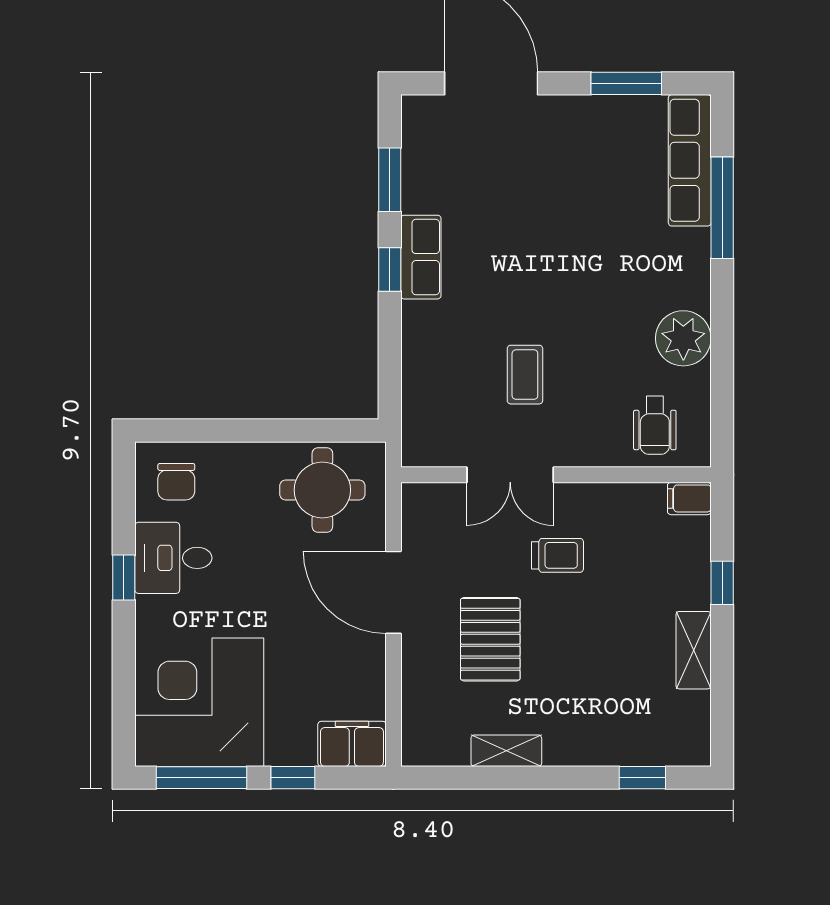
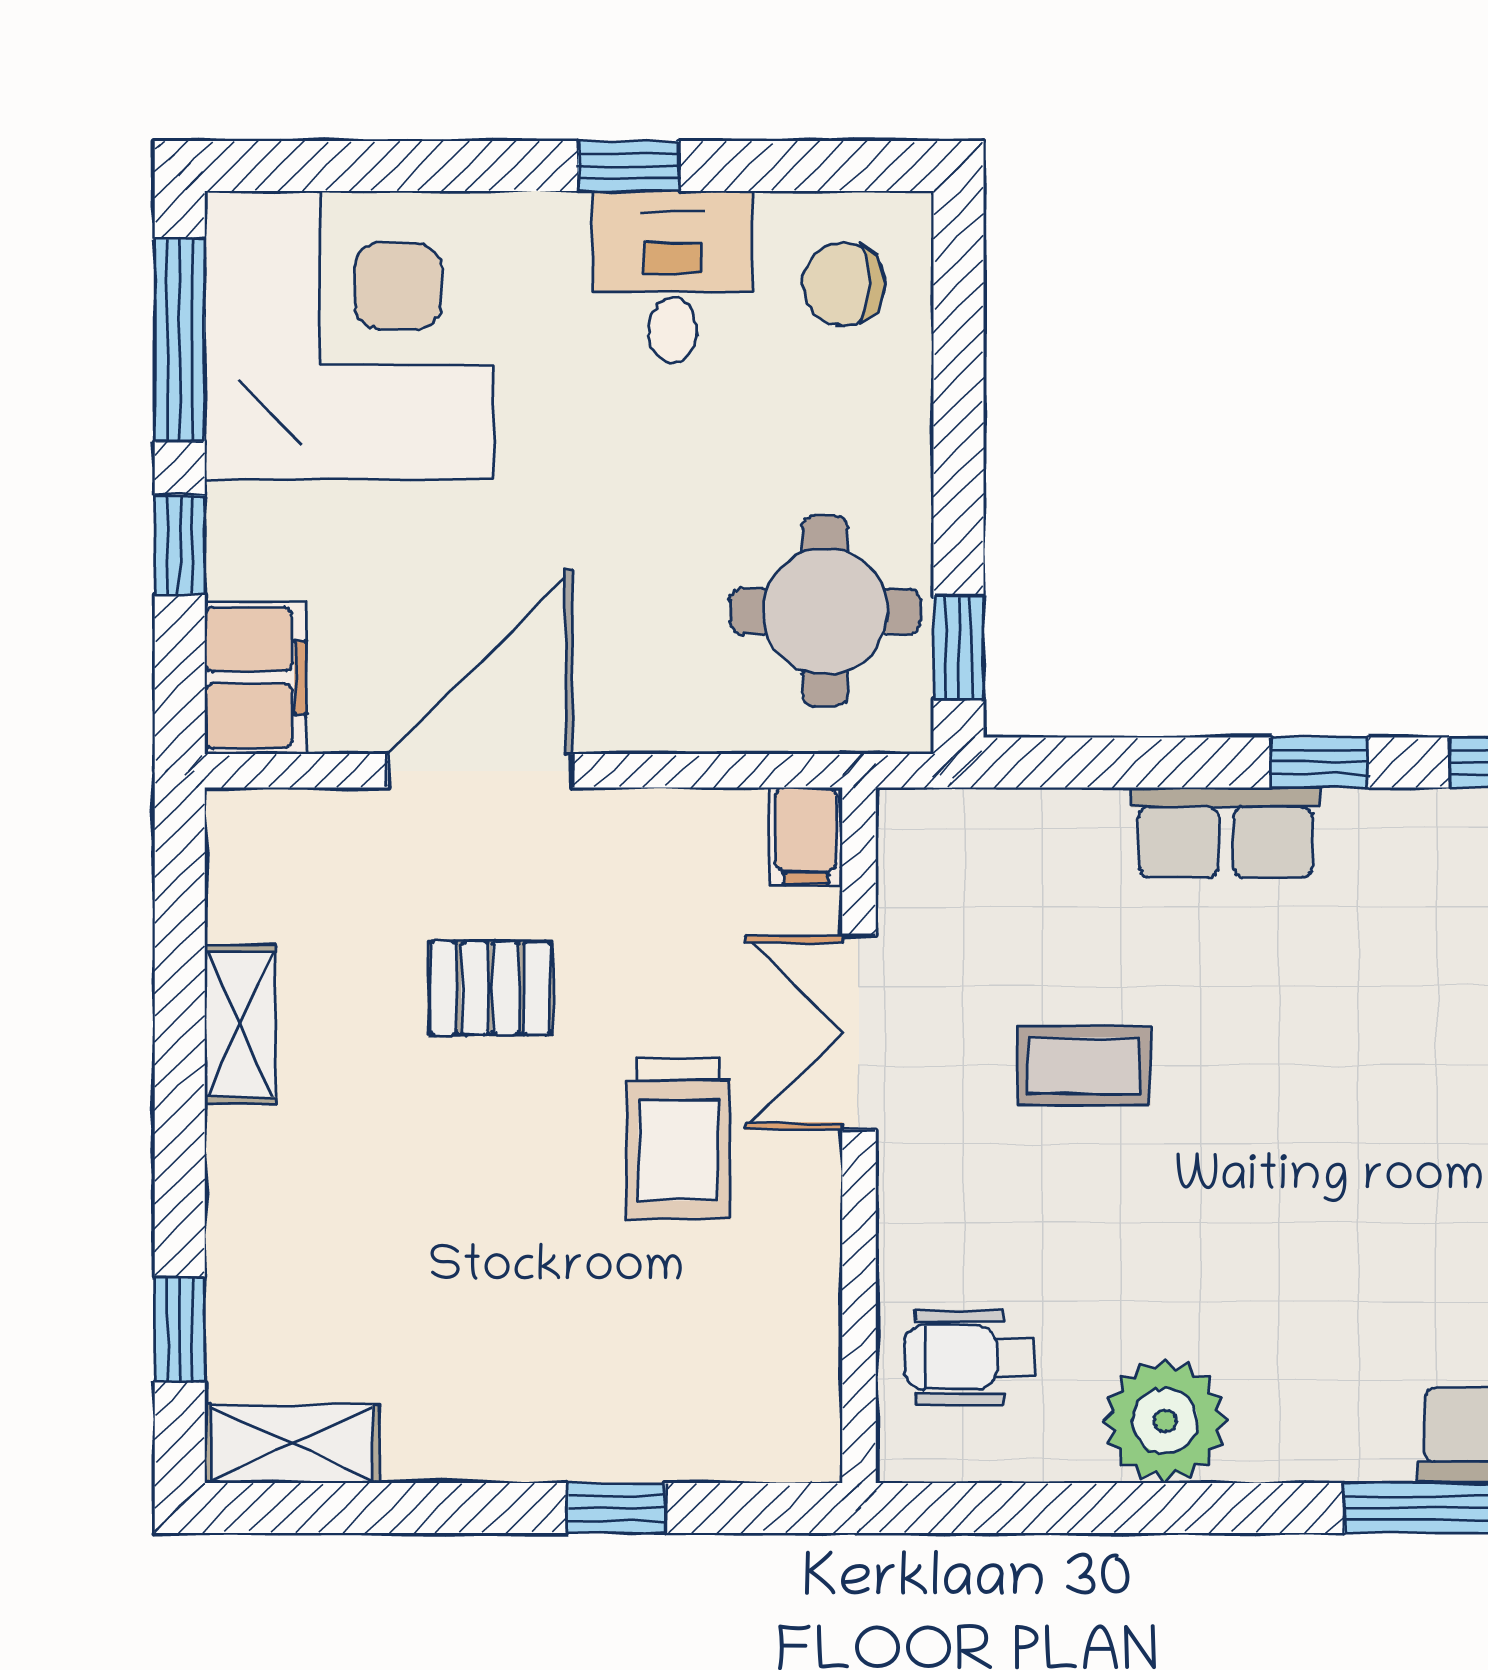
row of seats: (421, 257) -> (1226, 832), moved
window: (339, 430) -> (958, 648), added
filing cabinet: (689, 498) -> (806, 836), moved, turned 180
trolley: (558, 555) -> (678, 1139), width x1.36, depth x1.39
door: (393, 592) -> (480, 771), moved
pallet: (490, 639) -> (490, 988), width x0.67, depth x0.71
shelving: (694, 650) -> (292, 1444), moved

